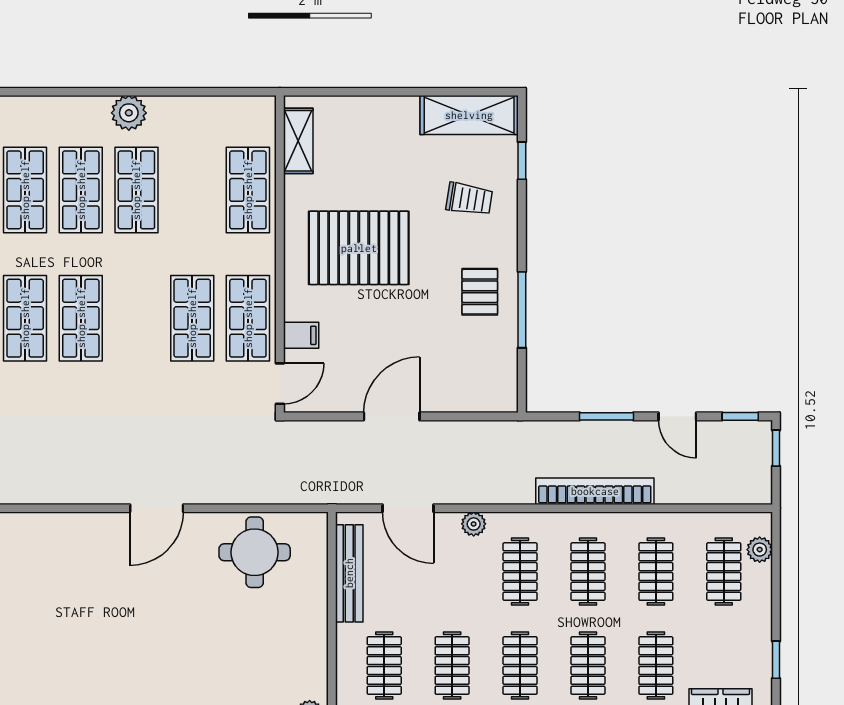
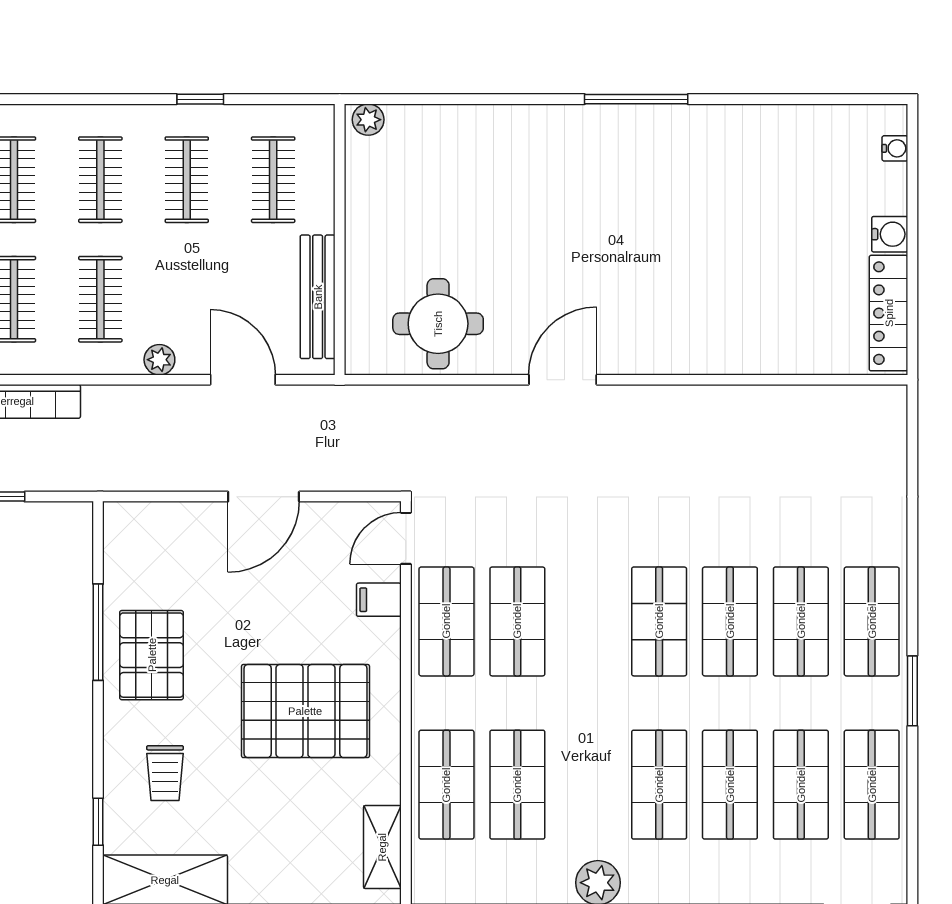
shop shelf: (136, 190) -> (517, 785), moved
trolley: (469, 199) -> (165, 773), turned -99
pallet: (480, 292) -> (152, 655), width x1.50, depth x1.42

